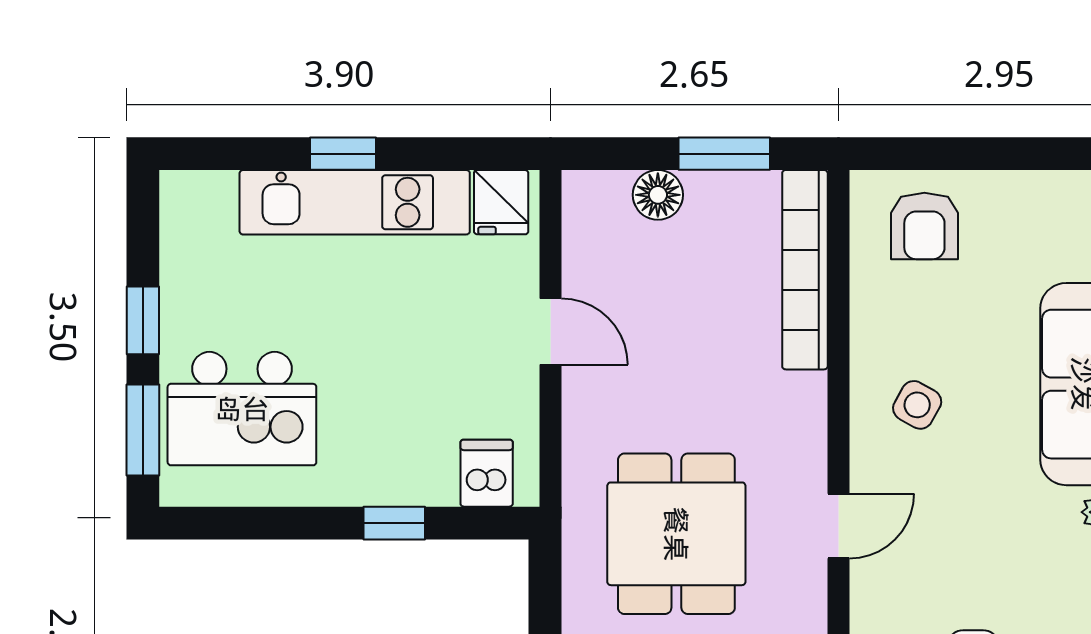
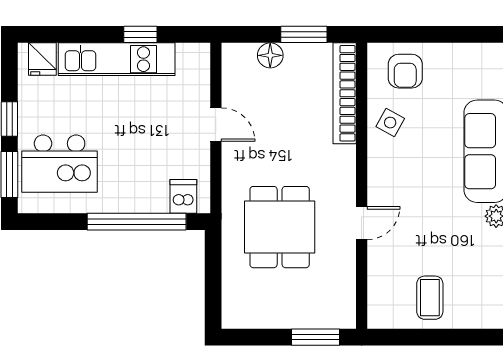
window: (343, 154) -> (140, 34), moved
fridge: (501, 202) -> (42, 59), moved
side table: (917, 405) -> (390, 123), moved
window: (394, 523) -> (137, 222), width x3.17

